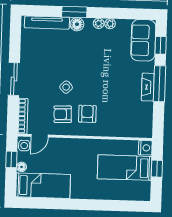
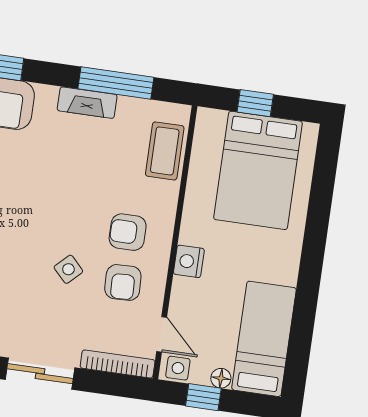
window: (159, 84) -> (116, 83), moved
coffee table: (129, 127) -> (165, 151), added
nightstand: (145, 148) -> (189, 261), moved, turned -90
bed: (124, 168) -> (258, 170), width x1.50

